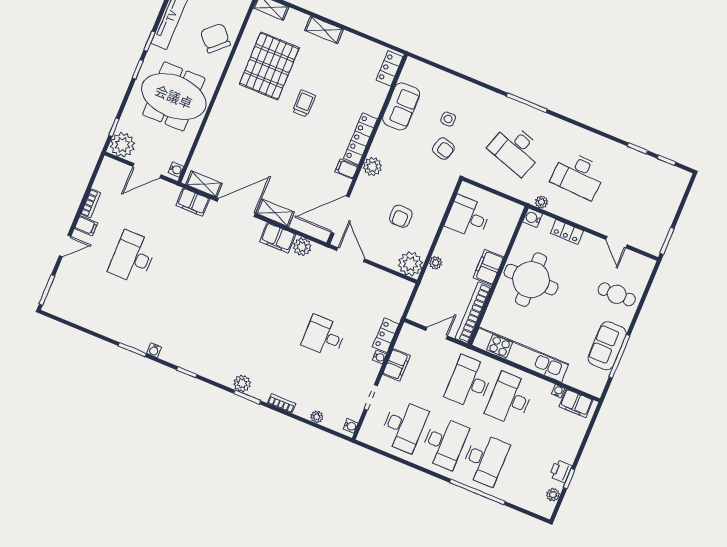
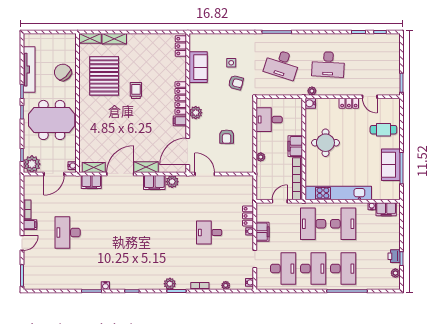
shelving: (324, 30) -> (114, 39), moved
locker: (567, 232) -> (349, 103), moved
plant: (410, 264) -> (245, 164), removed
round table: (531, 280) -> (325, 143), width x0.73, depth x0.73
desk: (510, 399) -> (343, 224), turned 180

